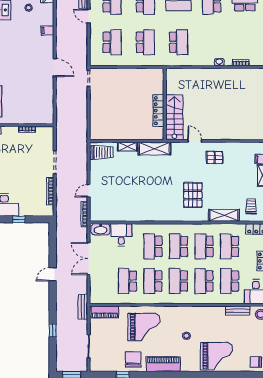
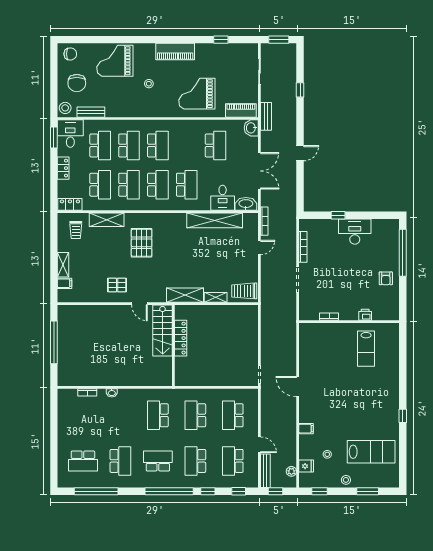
shelving: (128, 215) -> (215, 220), added
school desk: (153, 281) -> (187, 145), removed
washbasin: (96, 297) -> (251, 128), added
chair: (133, 359) -> (77, 83), moved

